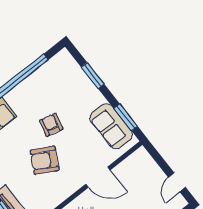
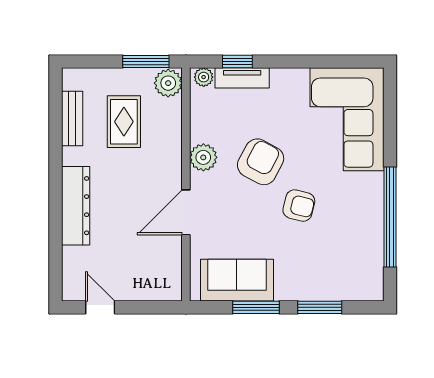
window: (126, 117) -> (256, 307), moved
plant: (64, 190) -> (203, 157), added

